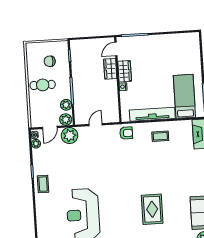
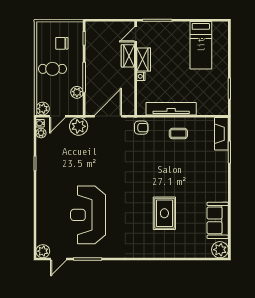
bed: (184, 96) -> (201, 45), moved, turned 180
plant: (66, 120) -> (43, 109), moved
door: (96, 125) -> (108, 116), width x1.87
coffee table: (43, 184) -> (46, 178), removed

